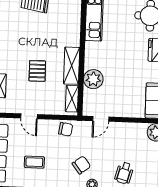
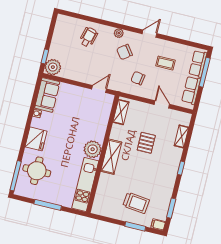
shelving: (72, 66) -> (111, 157), moved
plant: (93, 79) -> (93, 149), moved
chair: (66, 129) -> (138, 78), moved

